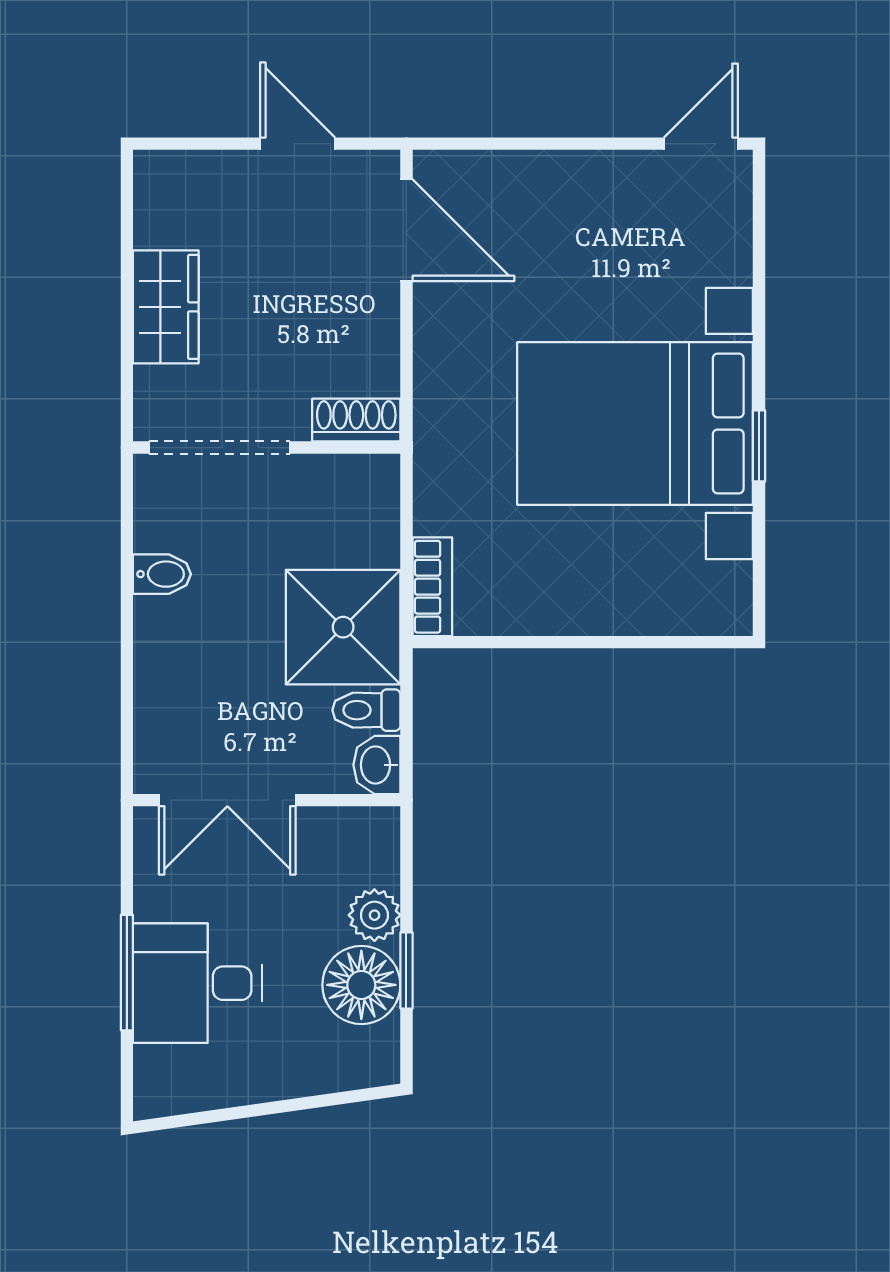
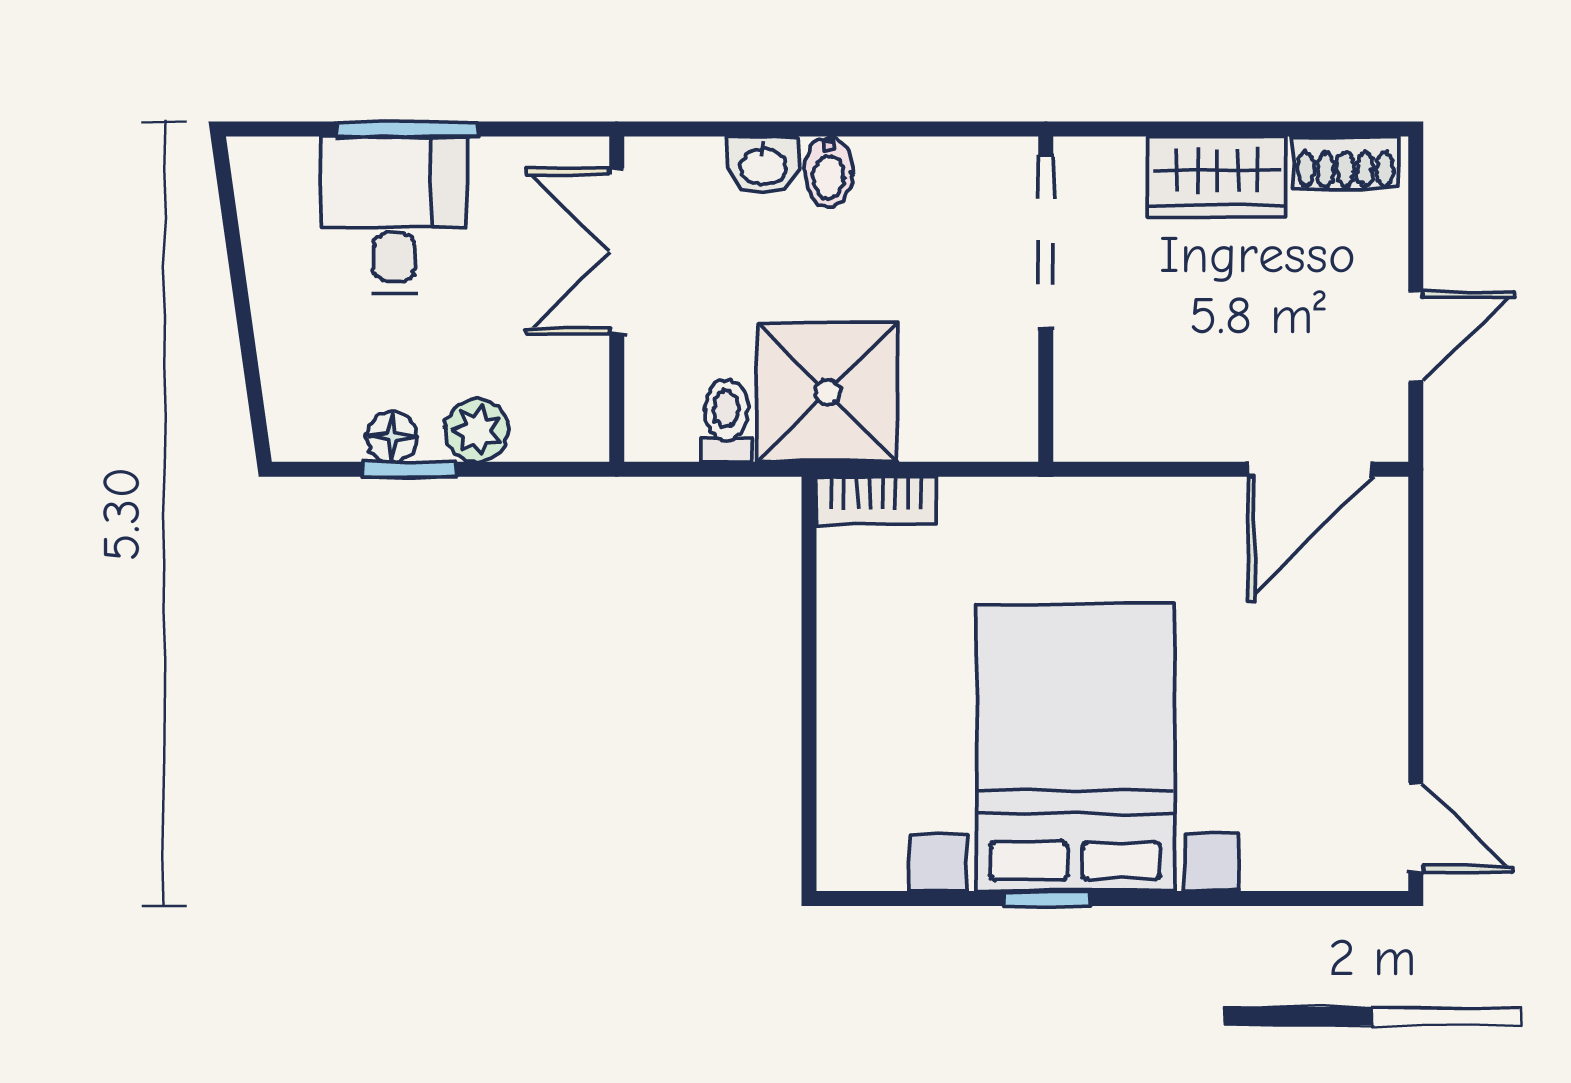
shoe rack: (356, 420) -> (1345, 162), moved, turned 90
bidet: (162, 574) -> (828, 172), moved
washbasin: (377, 765) -> (763, 165), moved, turned 180
floor lamp: (361, 985) -> (392, 437), width x0.53, depth x0.53

